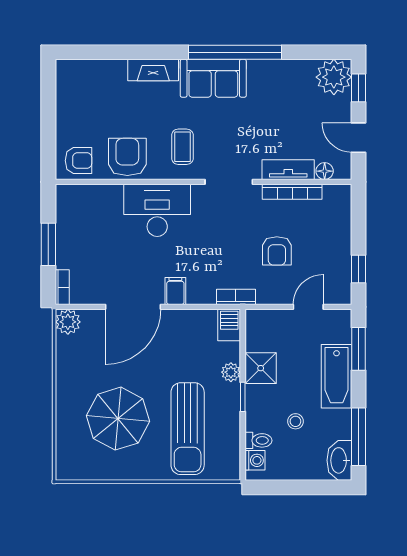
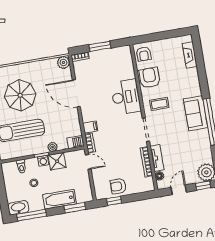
fireplace: (153, 70) -> (190, 55), moved
armchair: (127, 157) -> (150, 78), turned -90
armchair: (277, 251) -> (118, 186), moved
filing cabinet: (175, 291) -> (90, 127), moved
door: (308, 307) -> (88, 162), moved
washing machine: (255, 460) -> (43, 161), moved

